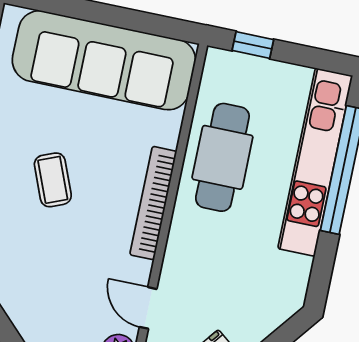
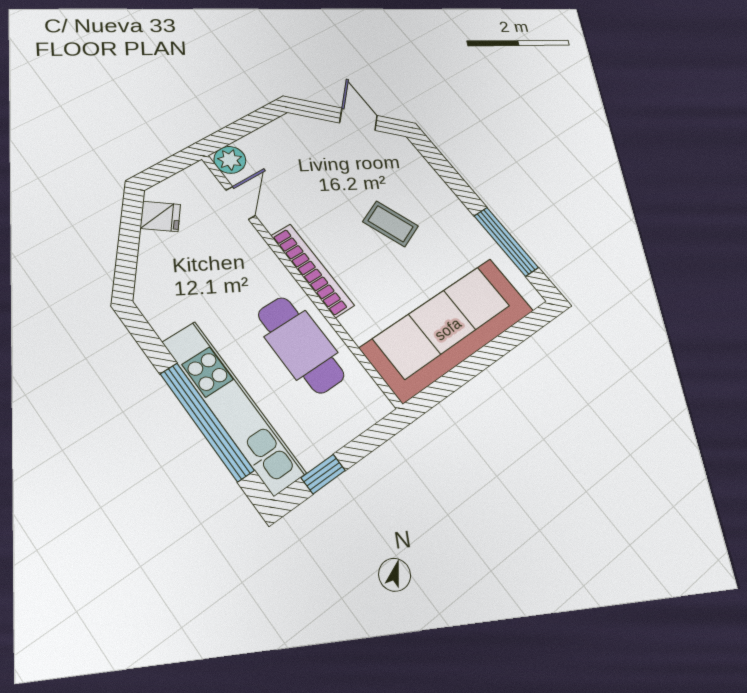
window: (253, 45) -> (323, 474), moved
door: (148, 308) -> (240, 203), hinge flipped

